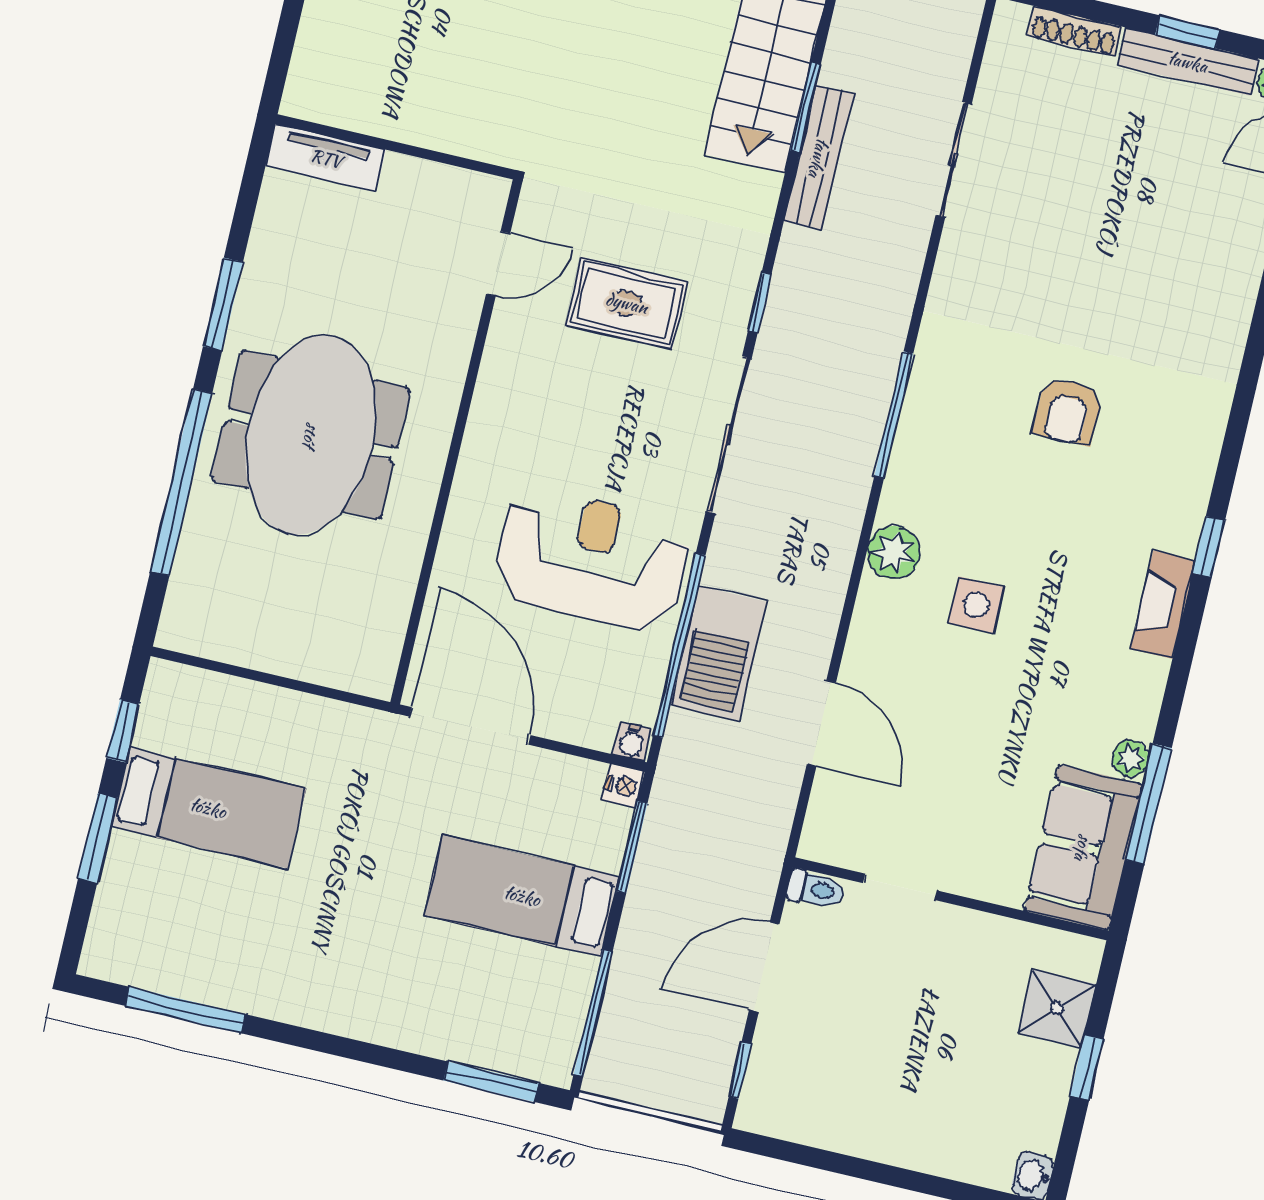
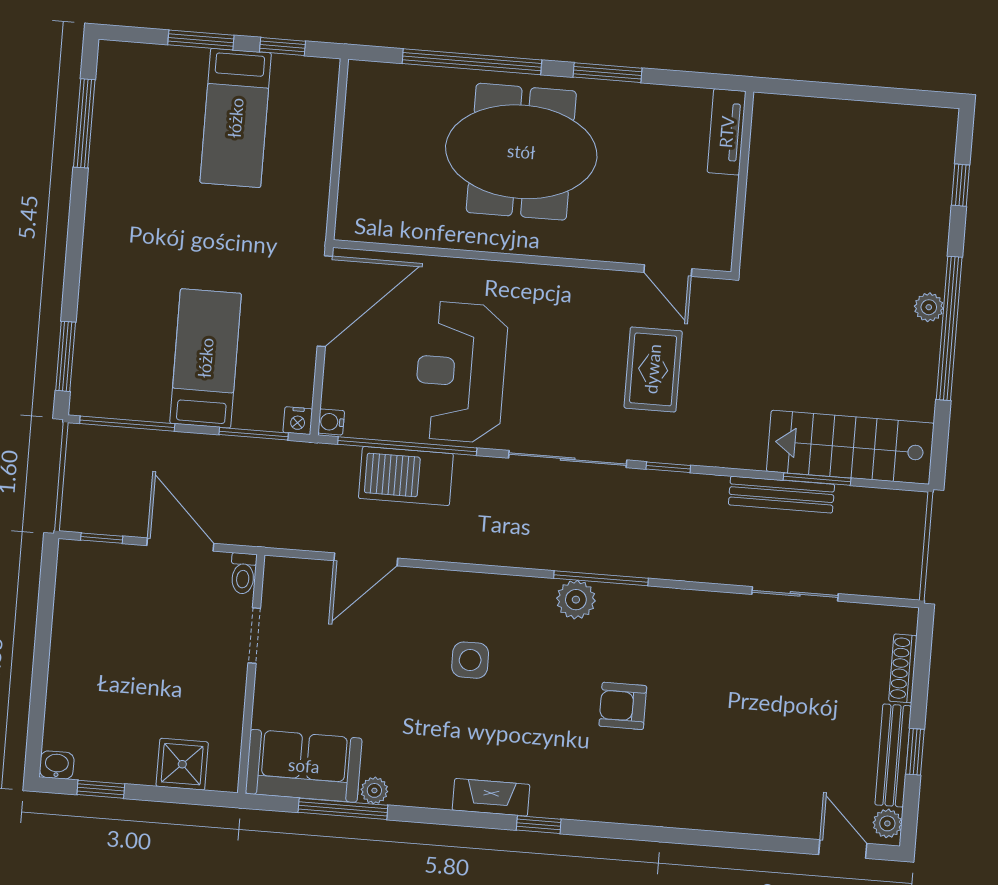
plant: (894, 552) -> (576, 600), moved
reception desk: (592, 560) -> (461, 372), turned 180
window: (1087, 1067) -> (101, 789), moved

